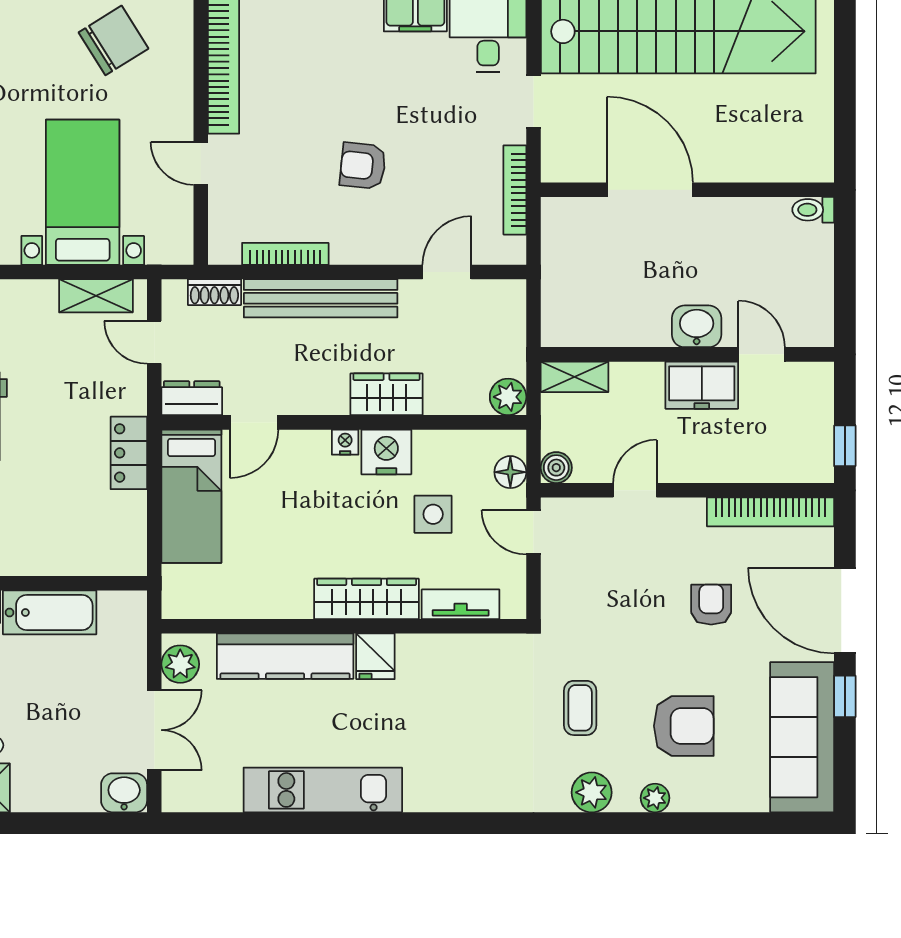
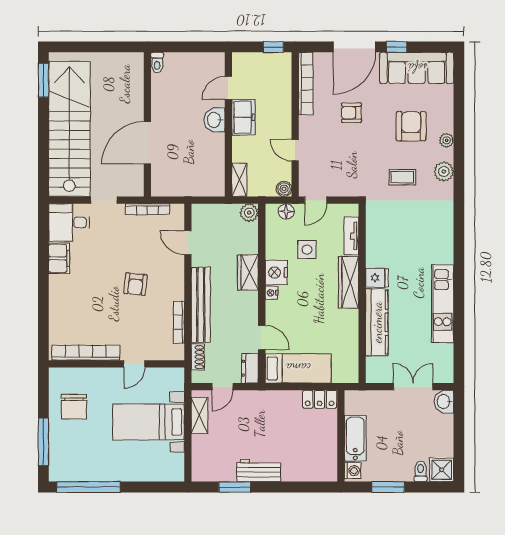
chair: (113, 40) -> (74, 407), turned -148
locker: (129, 453) -> (320, 399), moved
plant: (180, 664) -> (381, 374), removed

